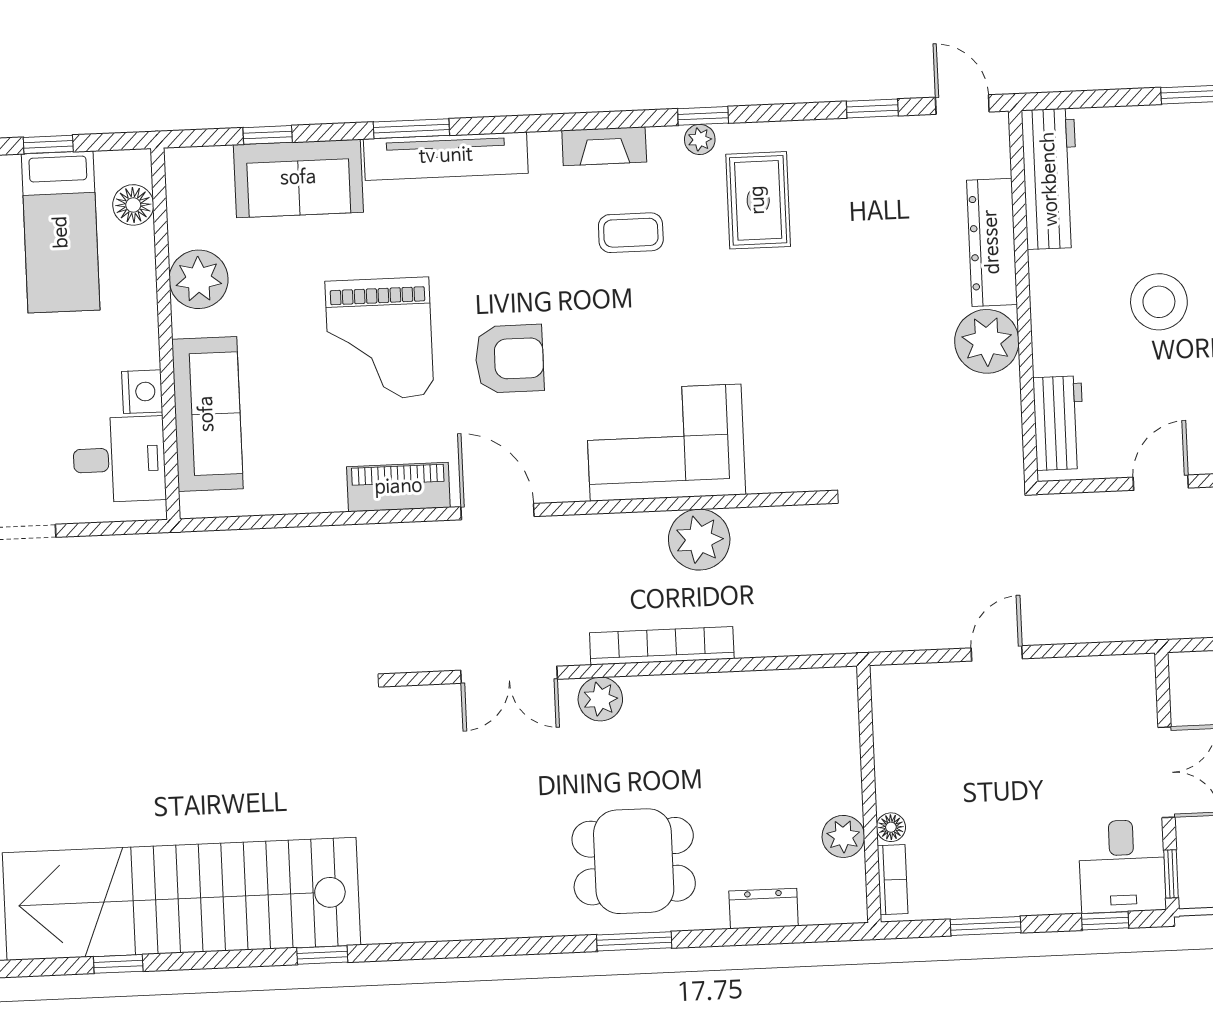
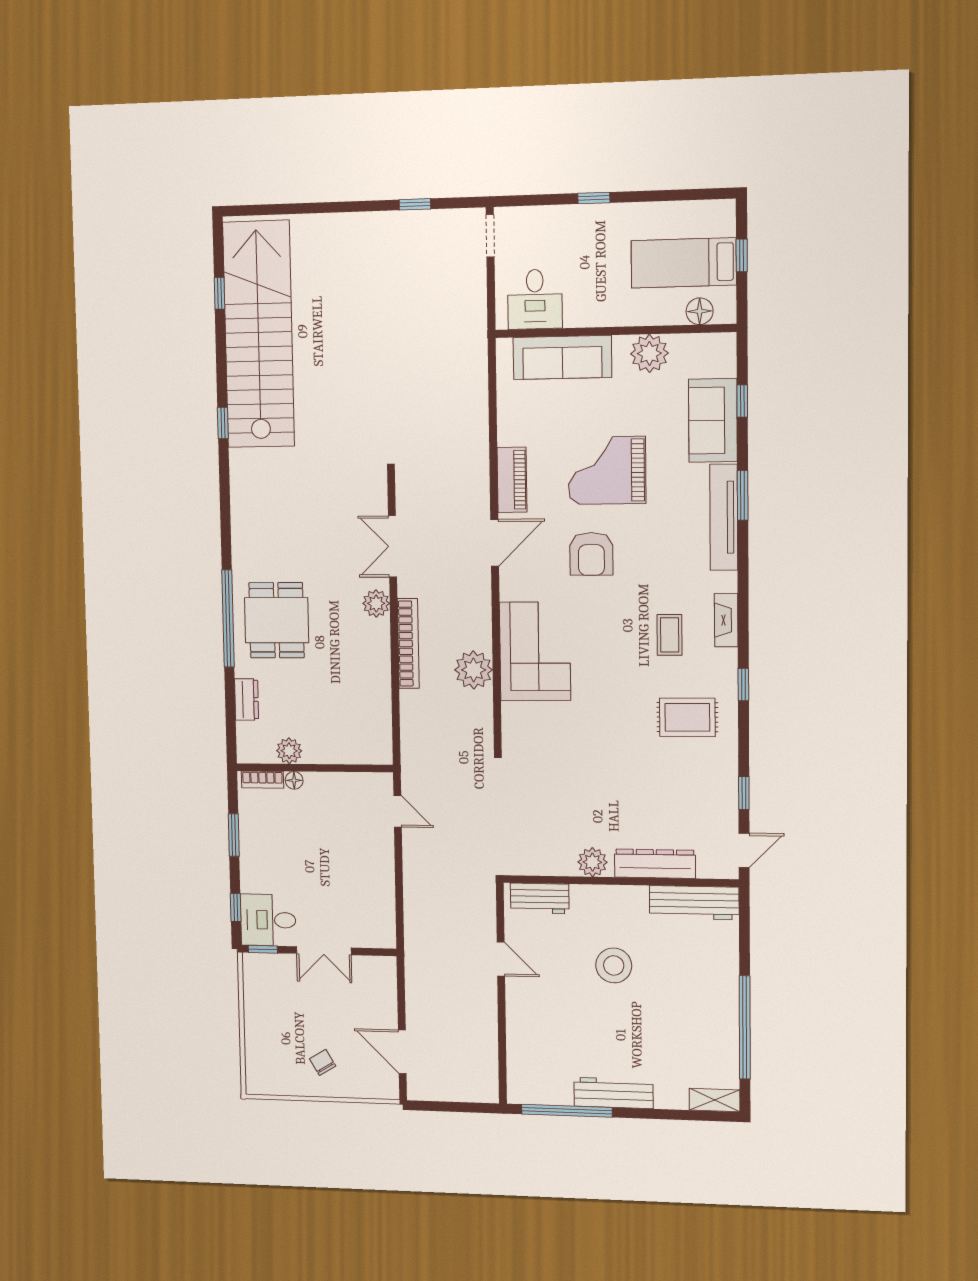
plant: (700, 139) -> (728, 682), removed
plant: (987, 341) -> (592, 862), width x0.73, depth x0.73
nightstand: (142, 392) -> (578, 315), removed
door: (997, 653) -> (398, 811), moved
window: (634, 941) -> (228, 619), width x2.11

